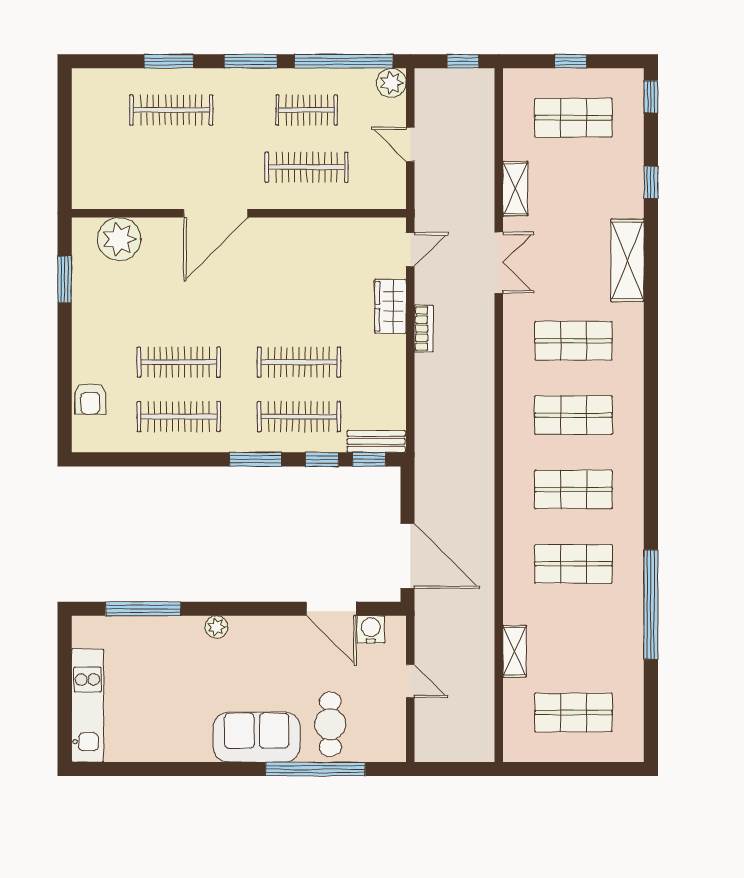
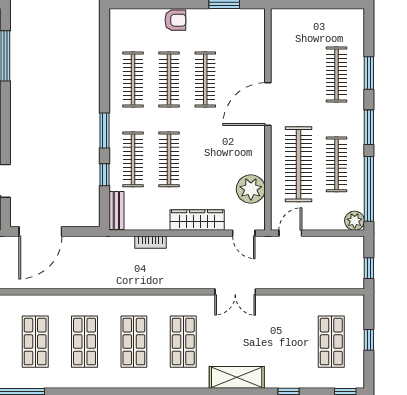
clothes rail: (307, 110) -> (336, 164), width x1.36
door: (410, 144) -> (290, 233), moved
clothes rail: (307, 167) -> (298, 164), width x1.37, depth x1.31
shelving: (515, 189) -> (284, 303), removed
door: (216, 213) -> (268, 104), hinge flipped
plant: (119, 239) -> (251, 189), moved
wardrobe: (390, 306) -> (197, 220), width x1.50
clothes rail: (179, 308) -> (205, 79), added
bookcase: (424, 329) -> (151, 242), moved
armchair: (90, 399) -> (175, 20), moved, turned 180
window: (369, 459) -> (105, 206), removed

